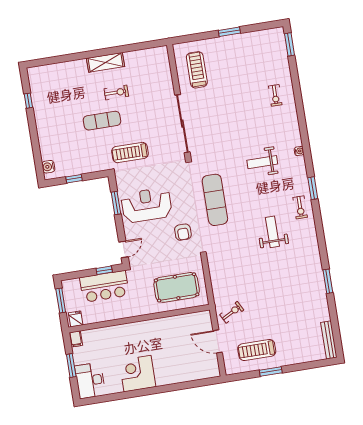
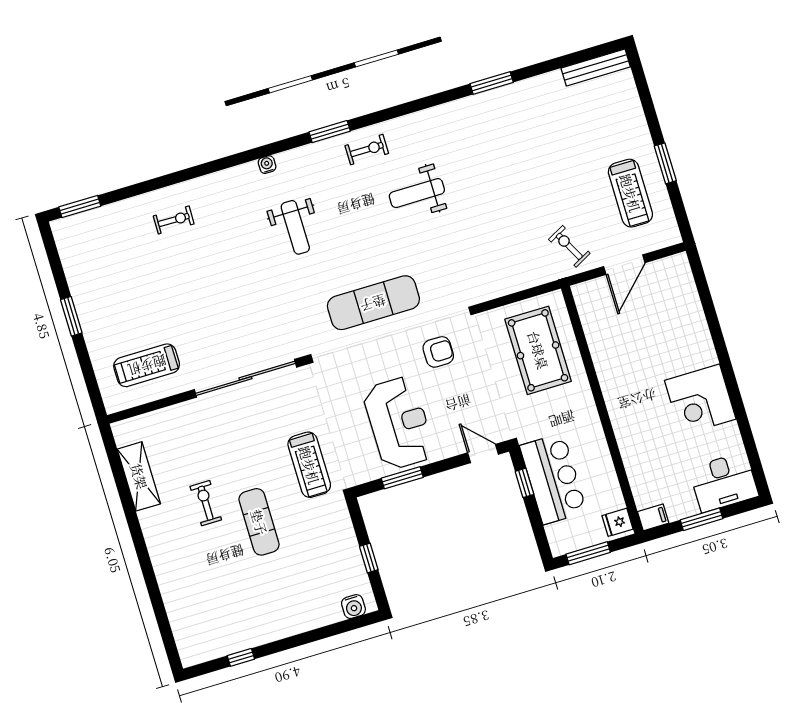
shelving: (105, 62) -> (139, 476), moved
reception desk: (147, 205) -> (399, 423), turned 180

